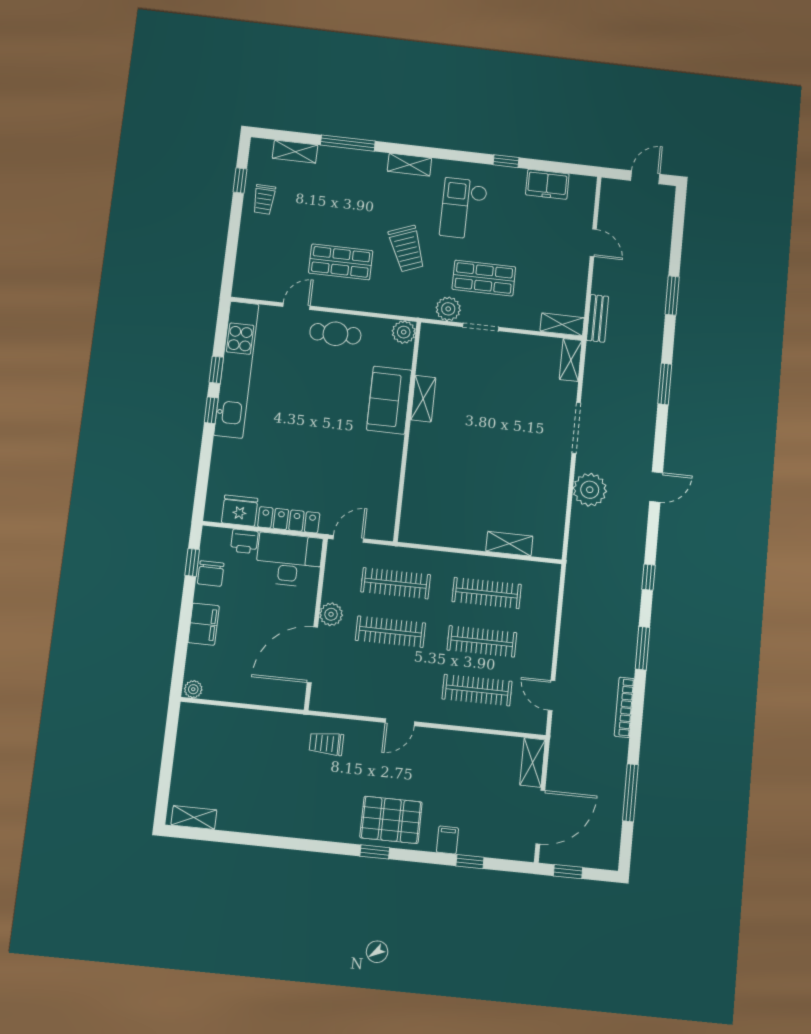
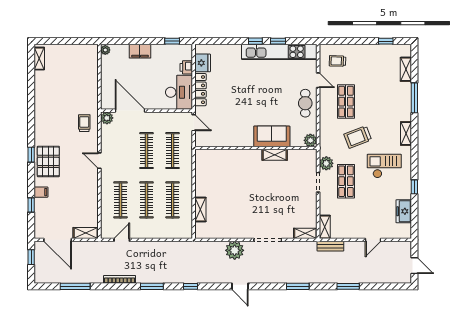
trolley: (264, 199) -> (337, 61), moved
chair: (211, 574) -> (167, 52), removed
plant: (331, 614) -> (107, 118), moved

